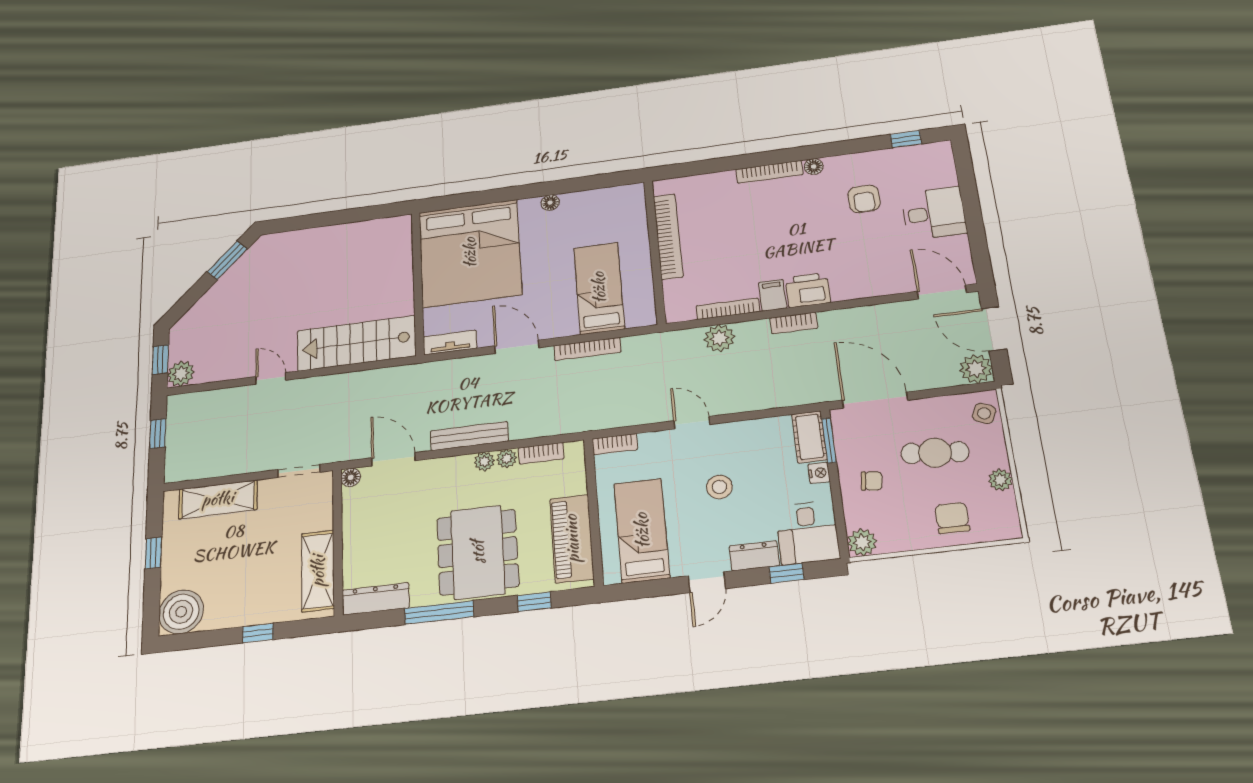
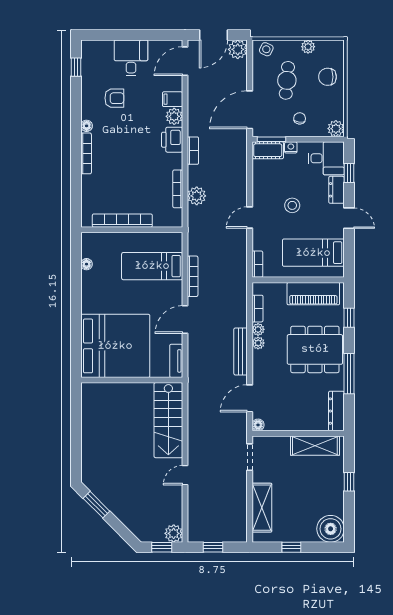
floor lamp: (550, 203) -> (86, 264), moved
plant: (847, 288) -> (174, 116), added
filing cabinet: (773, 295) -> (173, 99), moved

